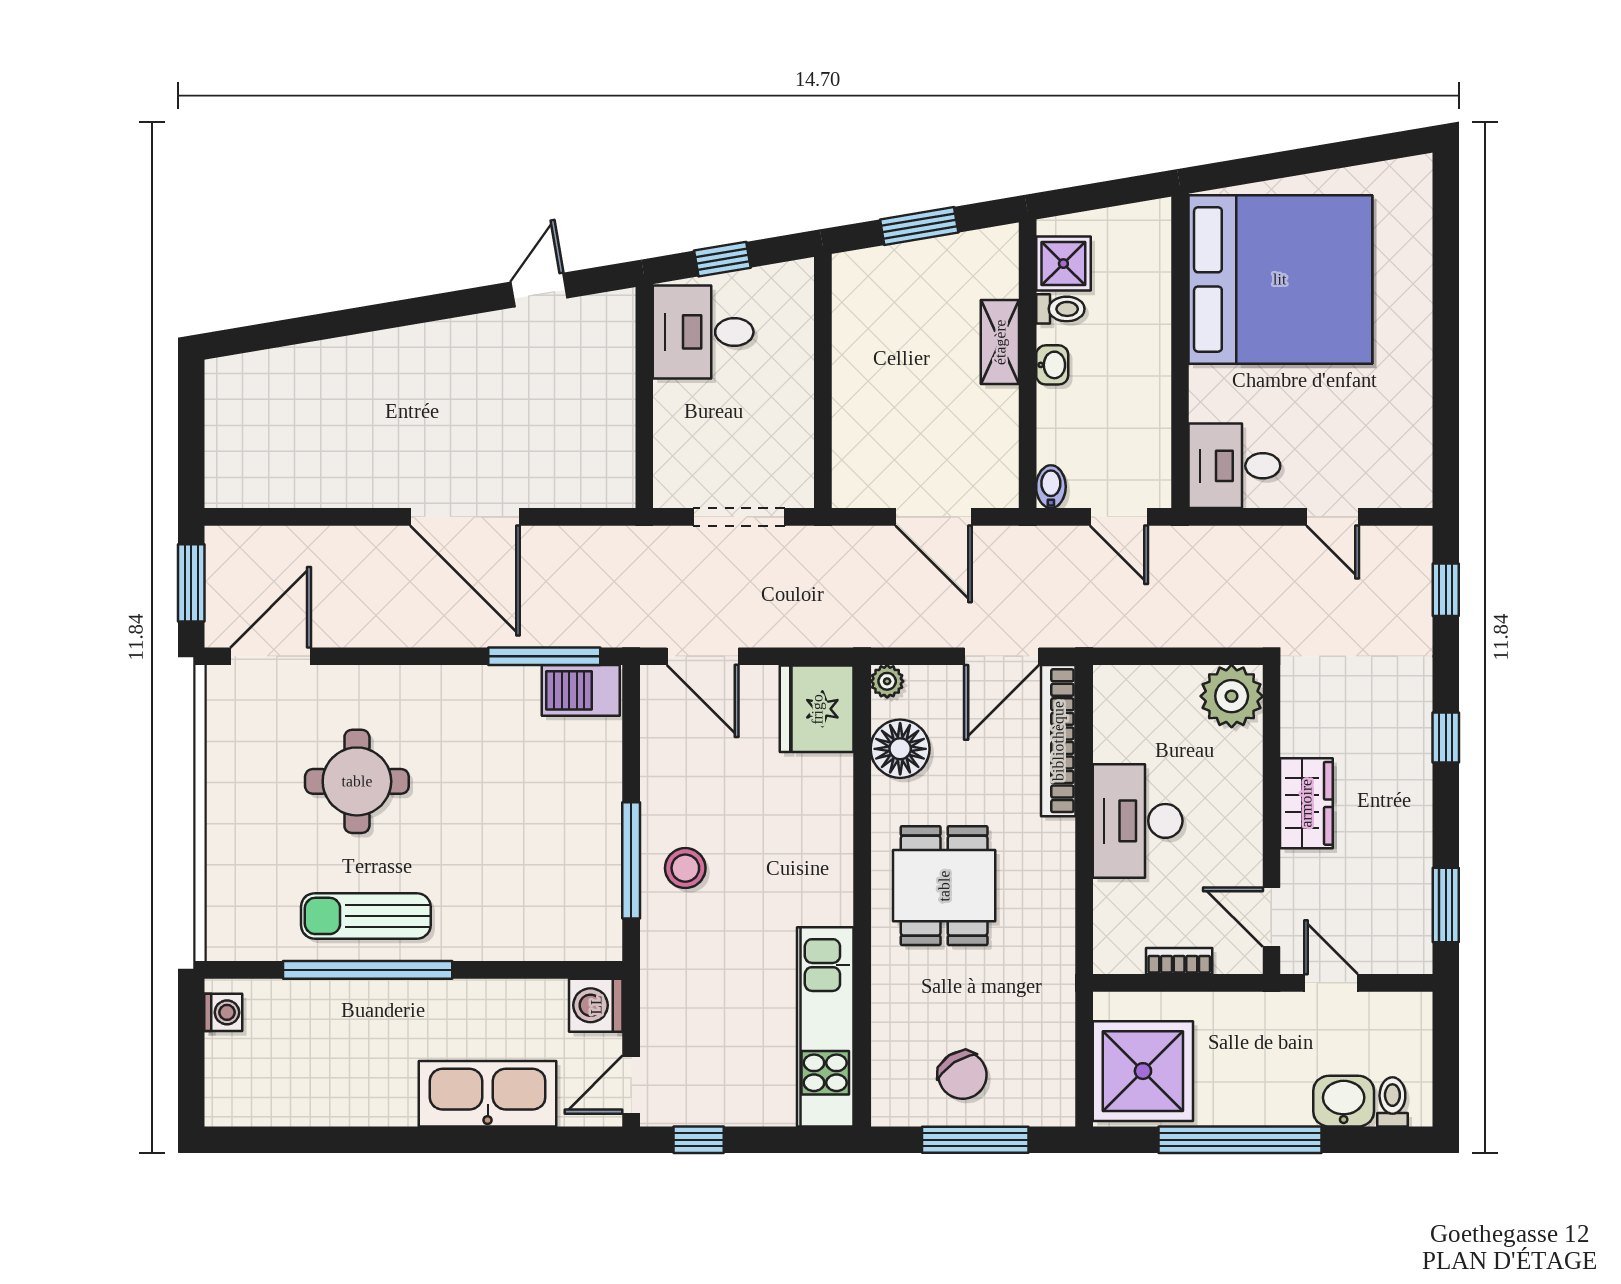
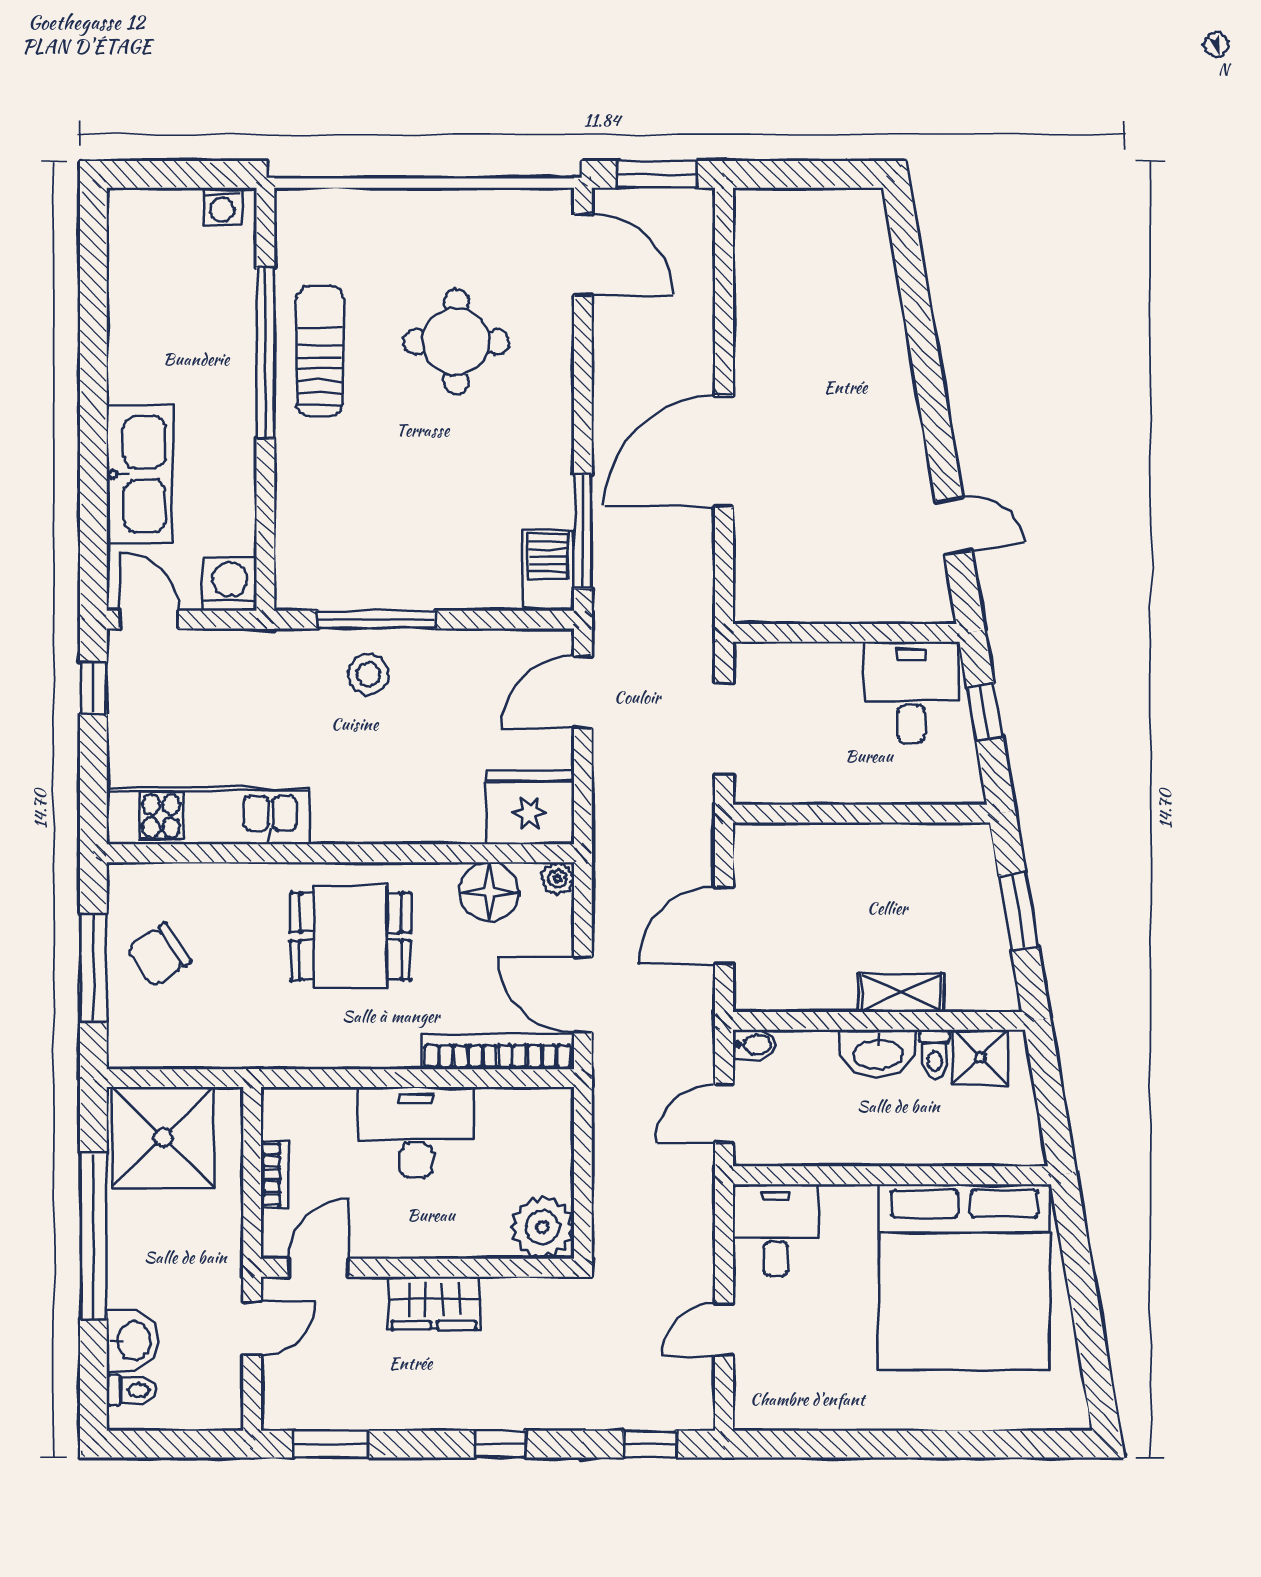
washbasin: (1052, 365) -> (878, 1053), width x1.91, depth x1.45

